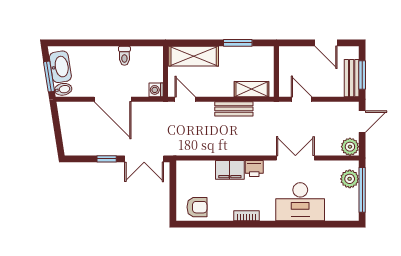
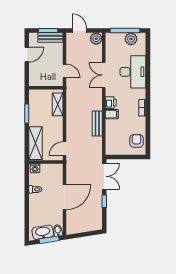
washing machine: (156, 90) -> (35, 168), moved
door: (302, 99) -> (64, 71), swing flipped
bench: (234, 109) -> (97, 124), moved
filing cabinet: (230, 170) -> (112, 114), width x0.50
plant: (350, 179) -> (131, 39), moved

